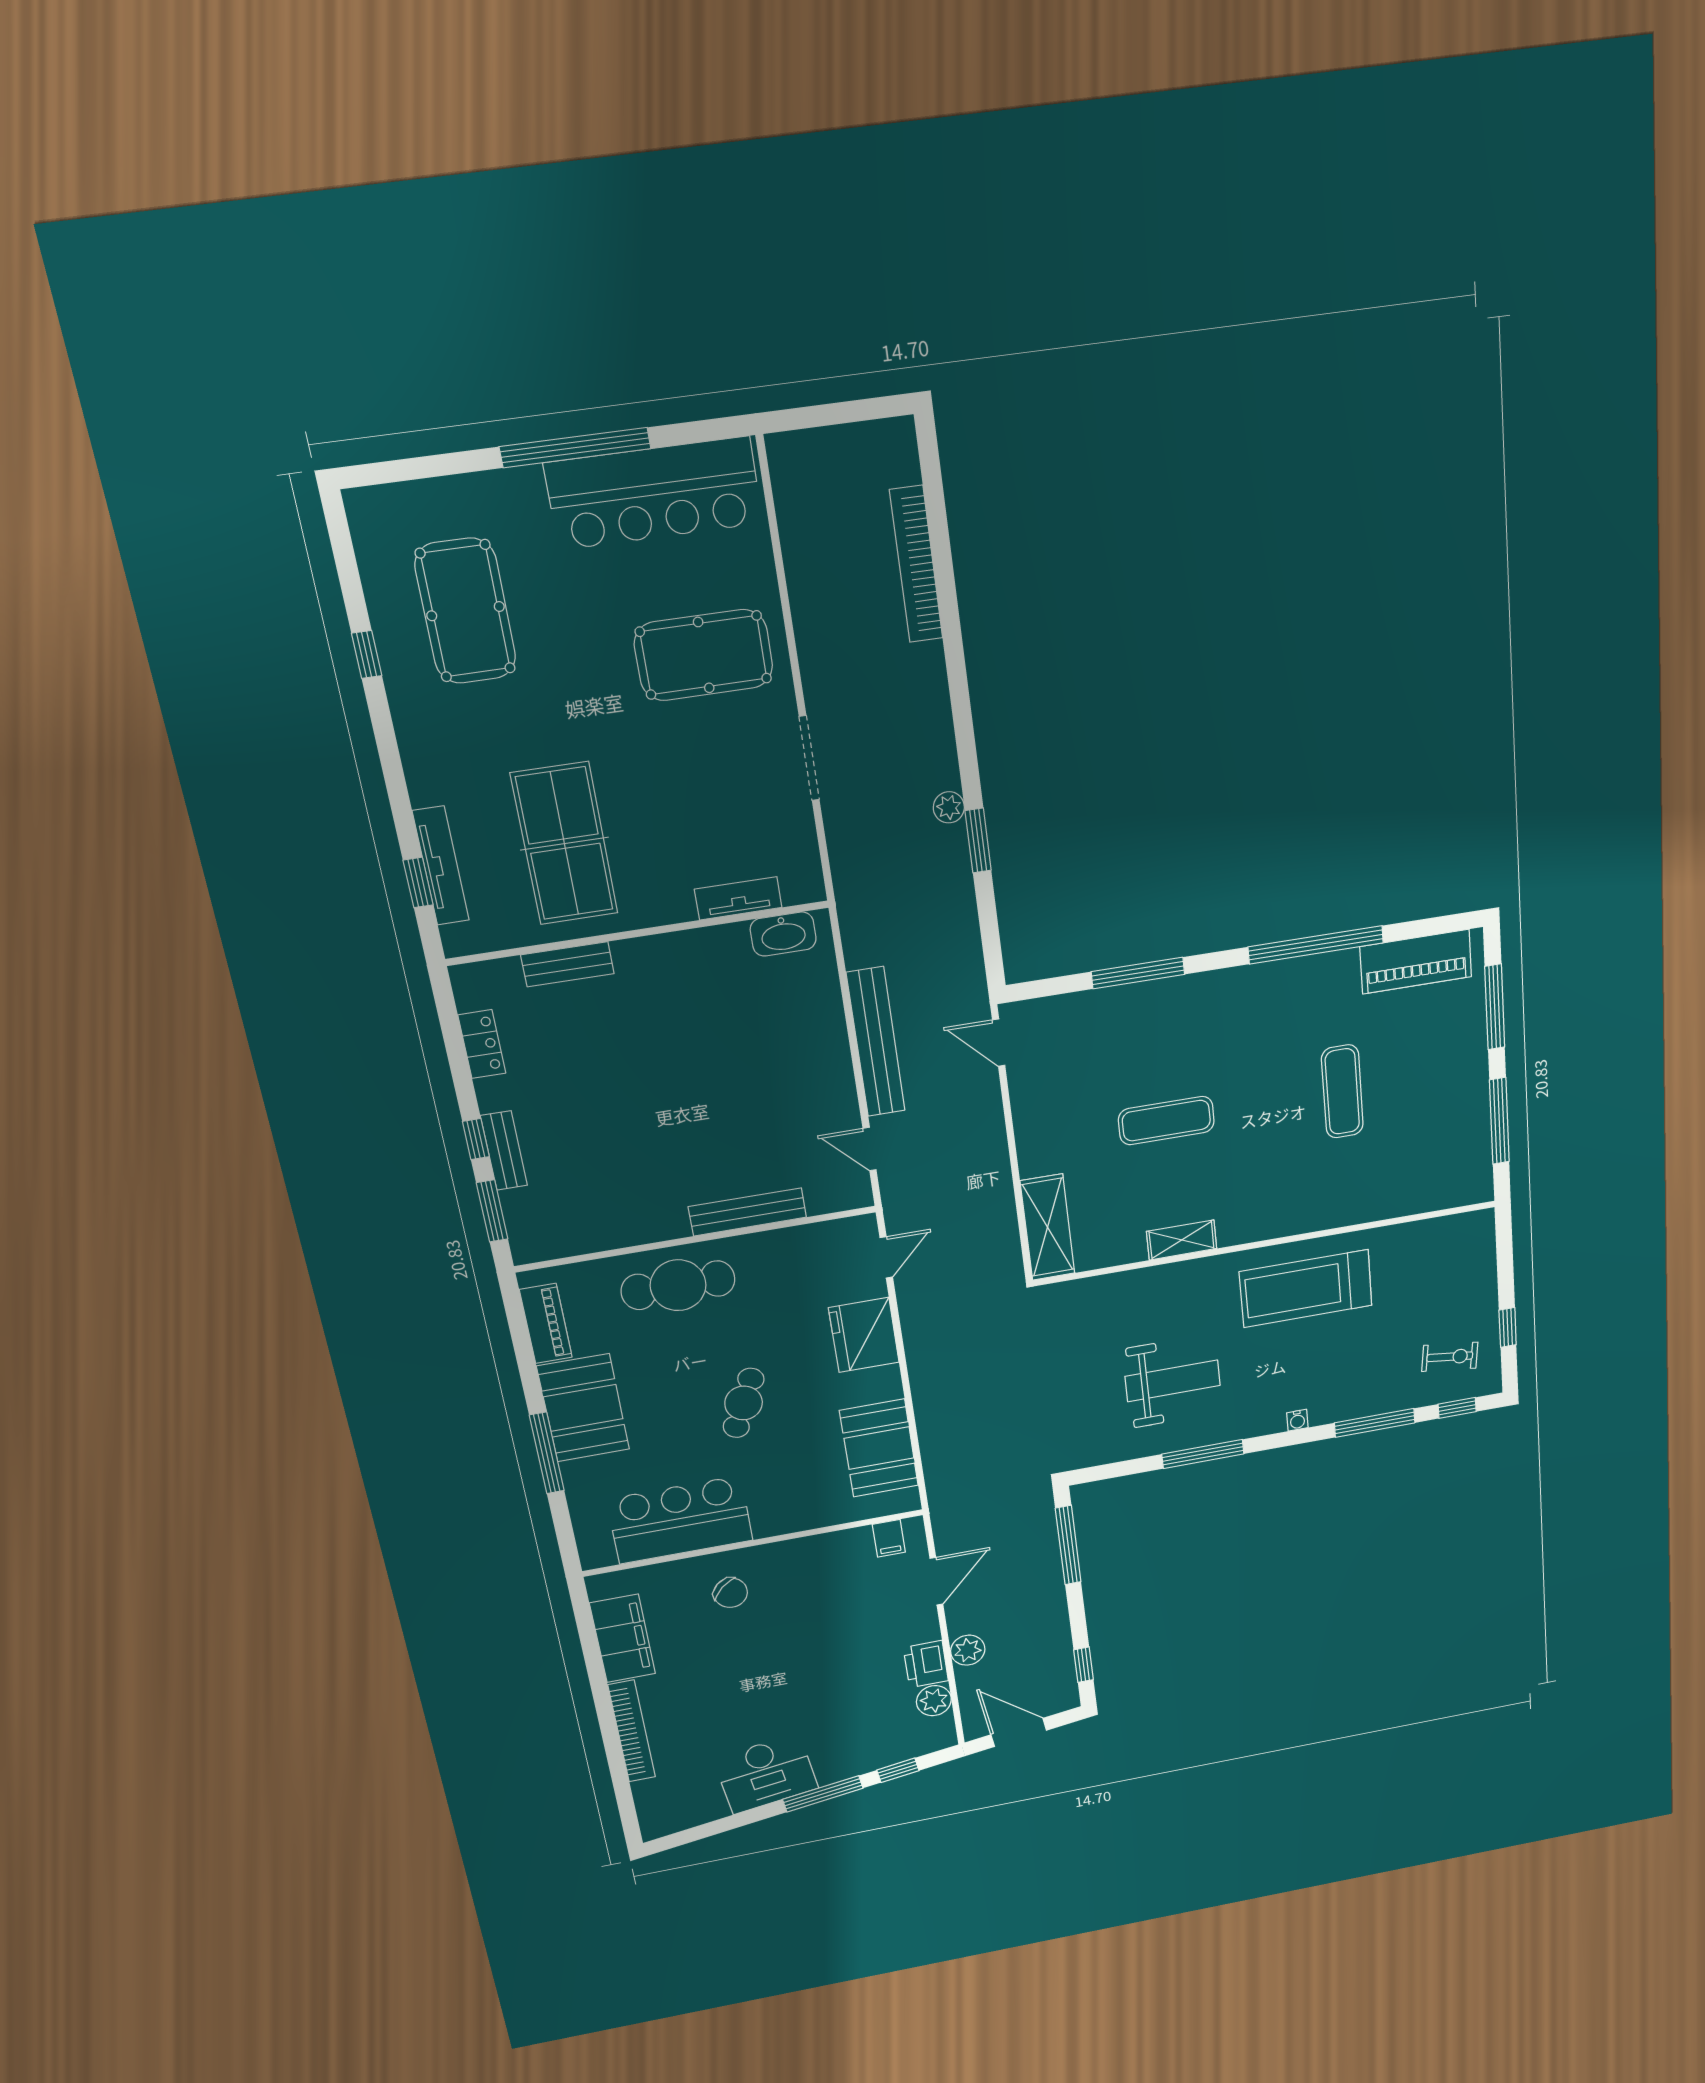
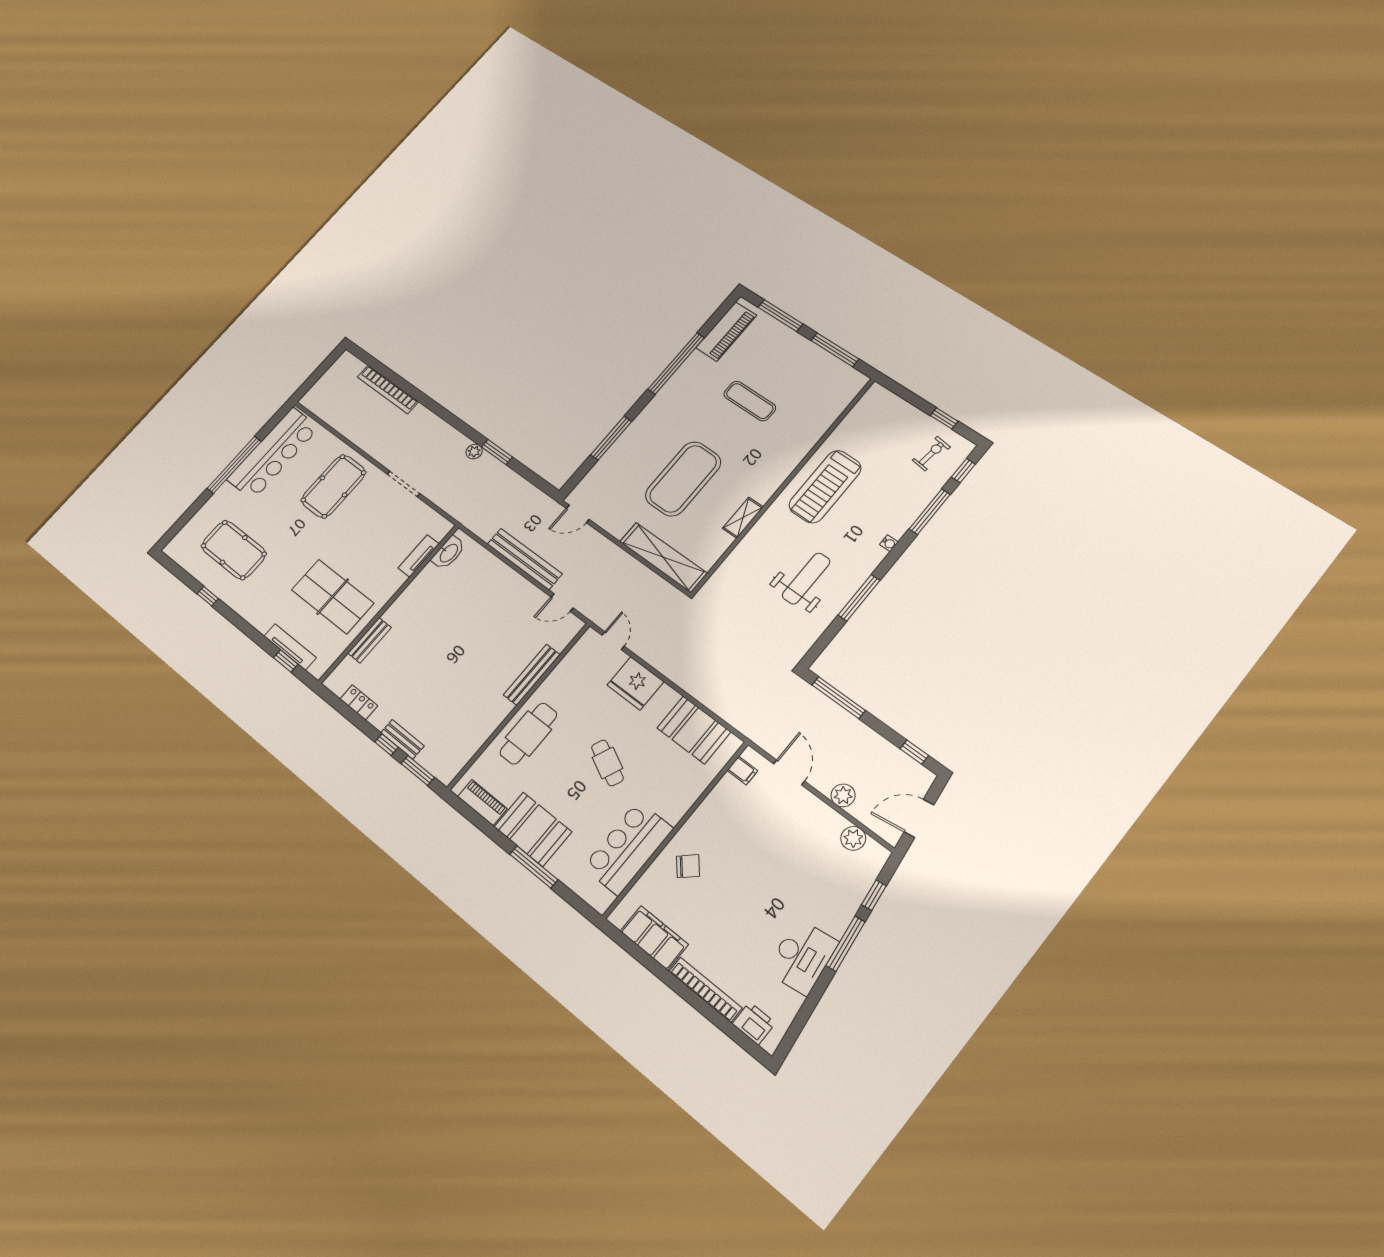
exercise mat: (1166, 1121) -> (683, 479), width x2.00, depth x1.45
shelving: (1047, 1227) -> (663, 557), width x1.47
printer: (926, 1664) -> (754, 1023), moved, turned 180

